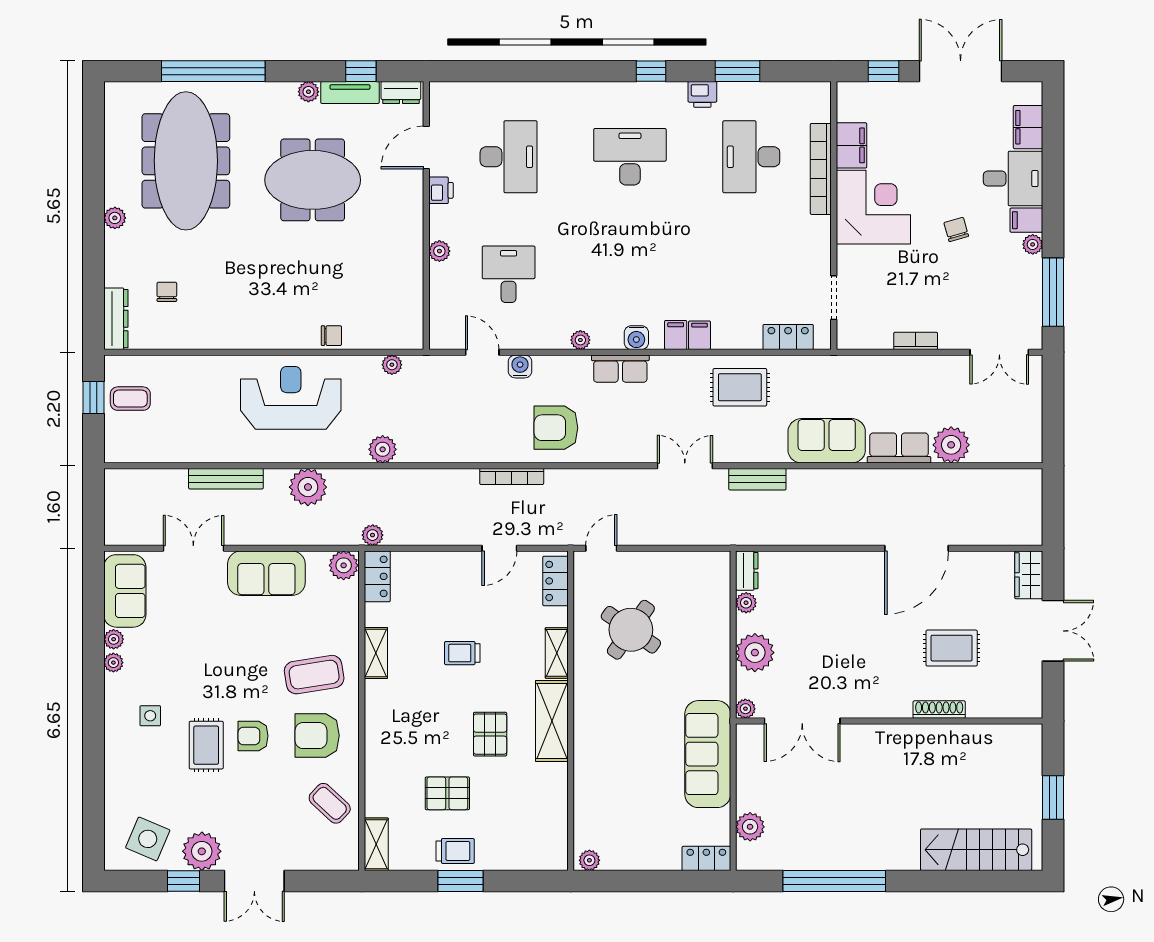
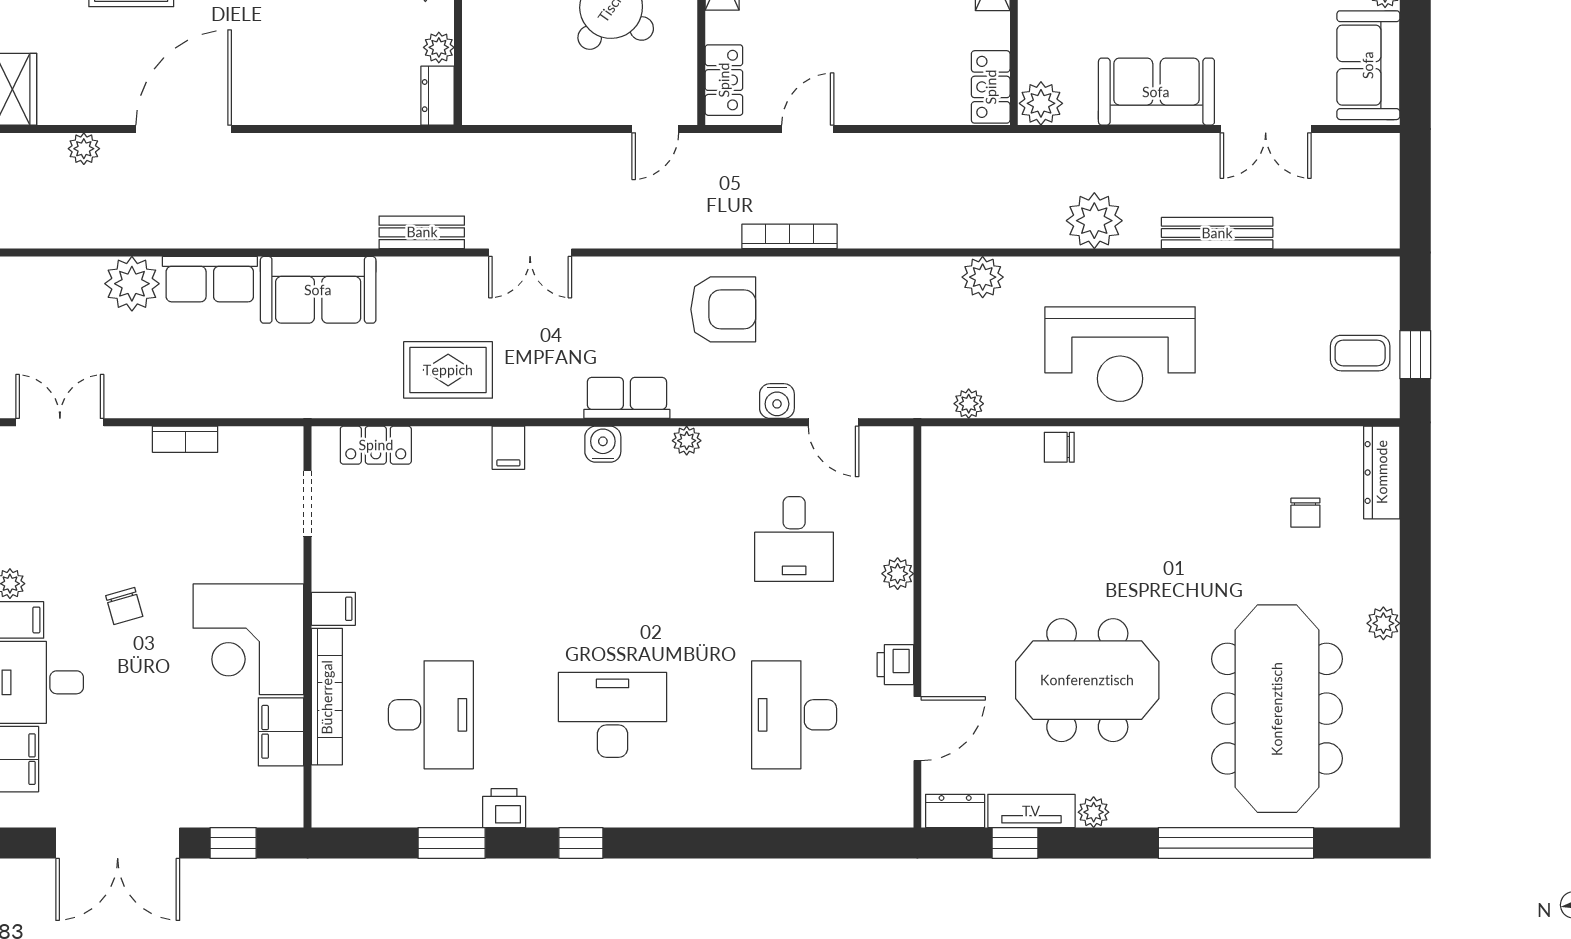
desk: (630, 157) -> (612, 715), turned 180
filing cabinet: (676, 335) -> (333, 609), moved, turned -90
plant: (373, 535) -> (84, 149), moved

